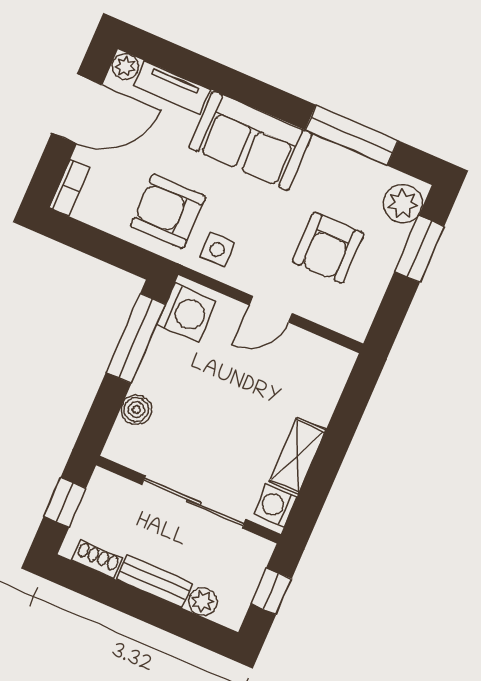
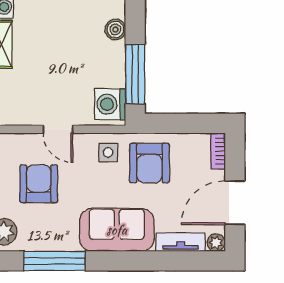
armchair: (168, 211) -> (149, 163), turned 90
door: (271, 309) -> (58, 129), swing flipped

